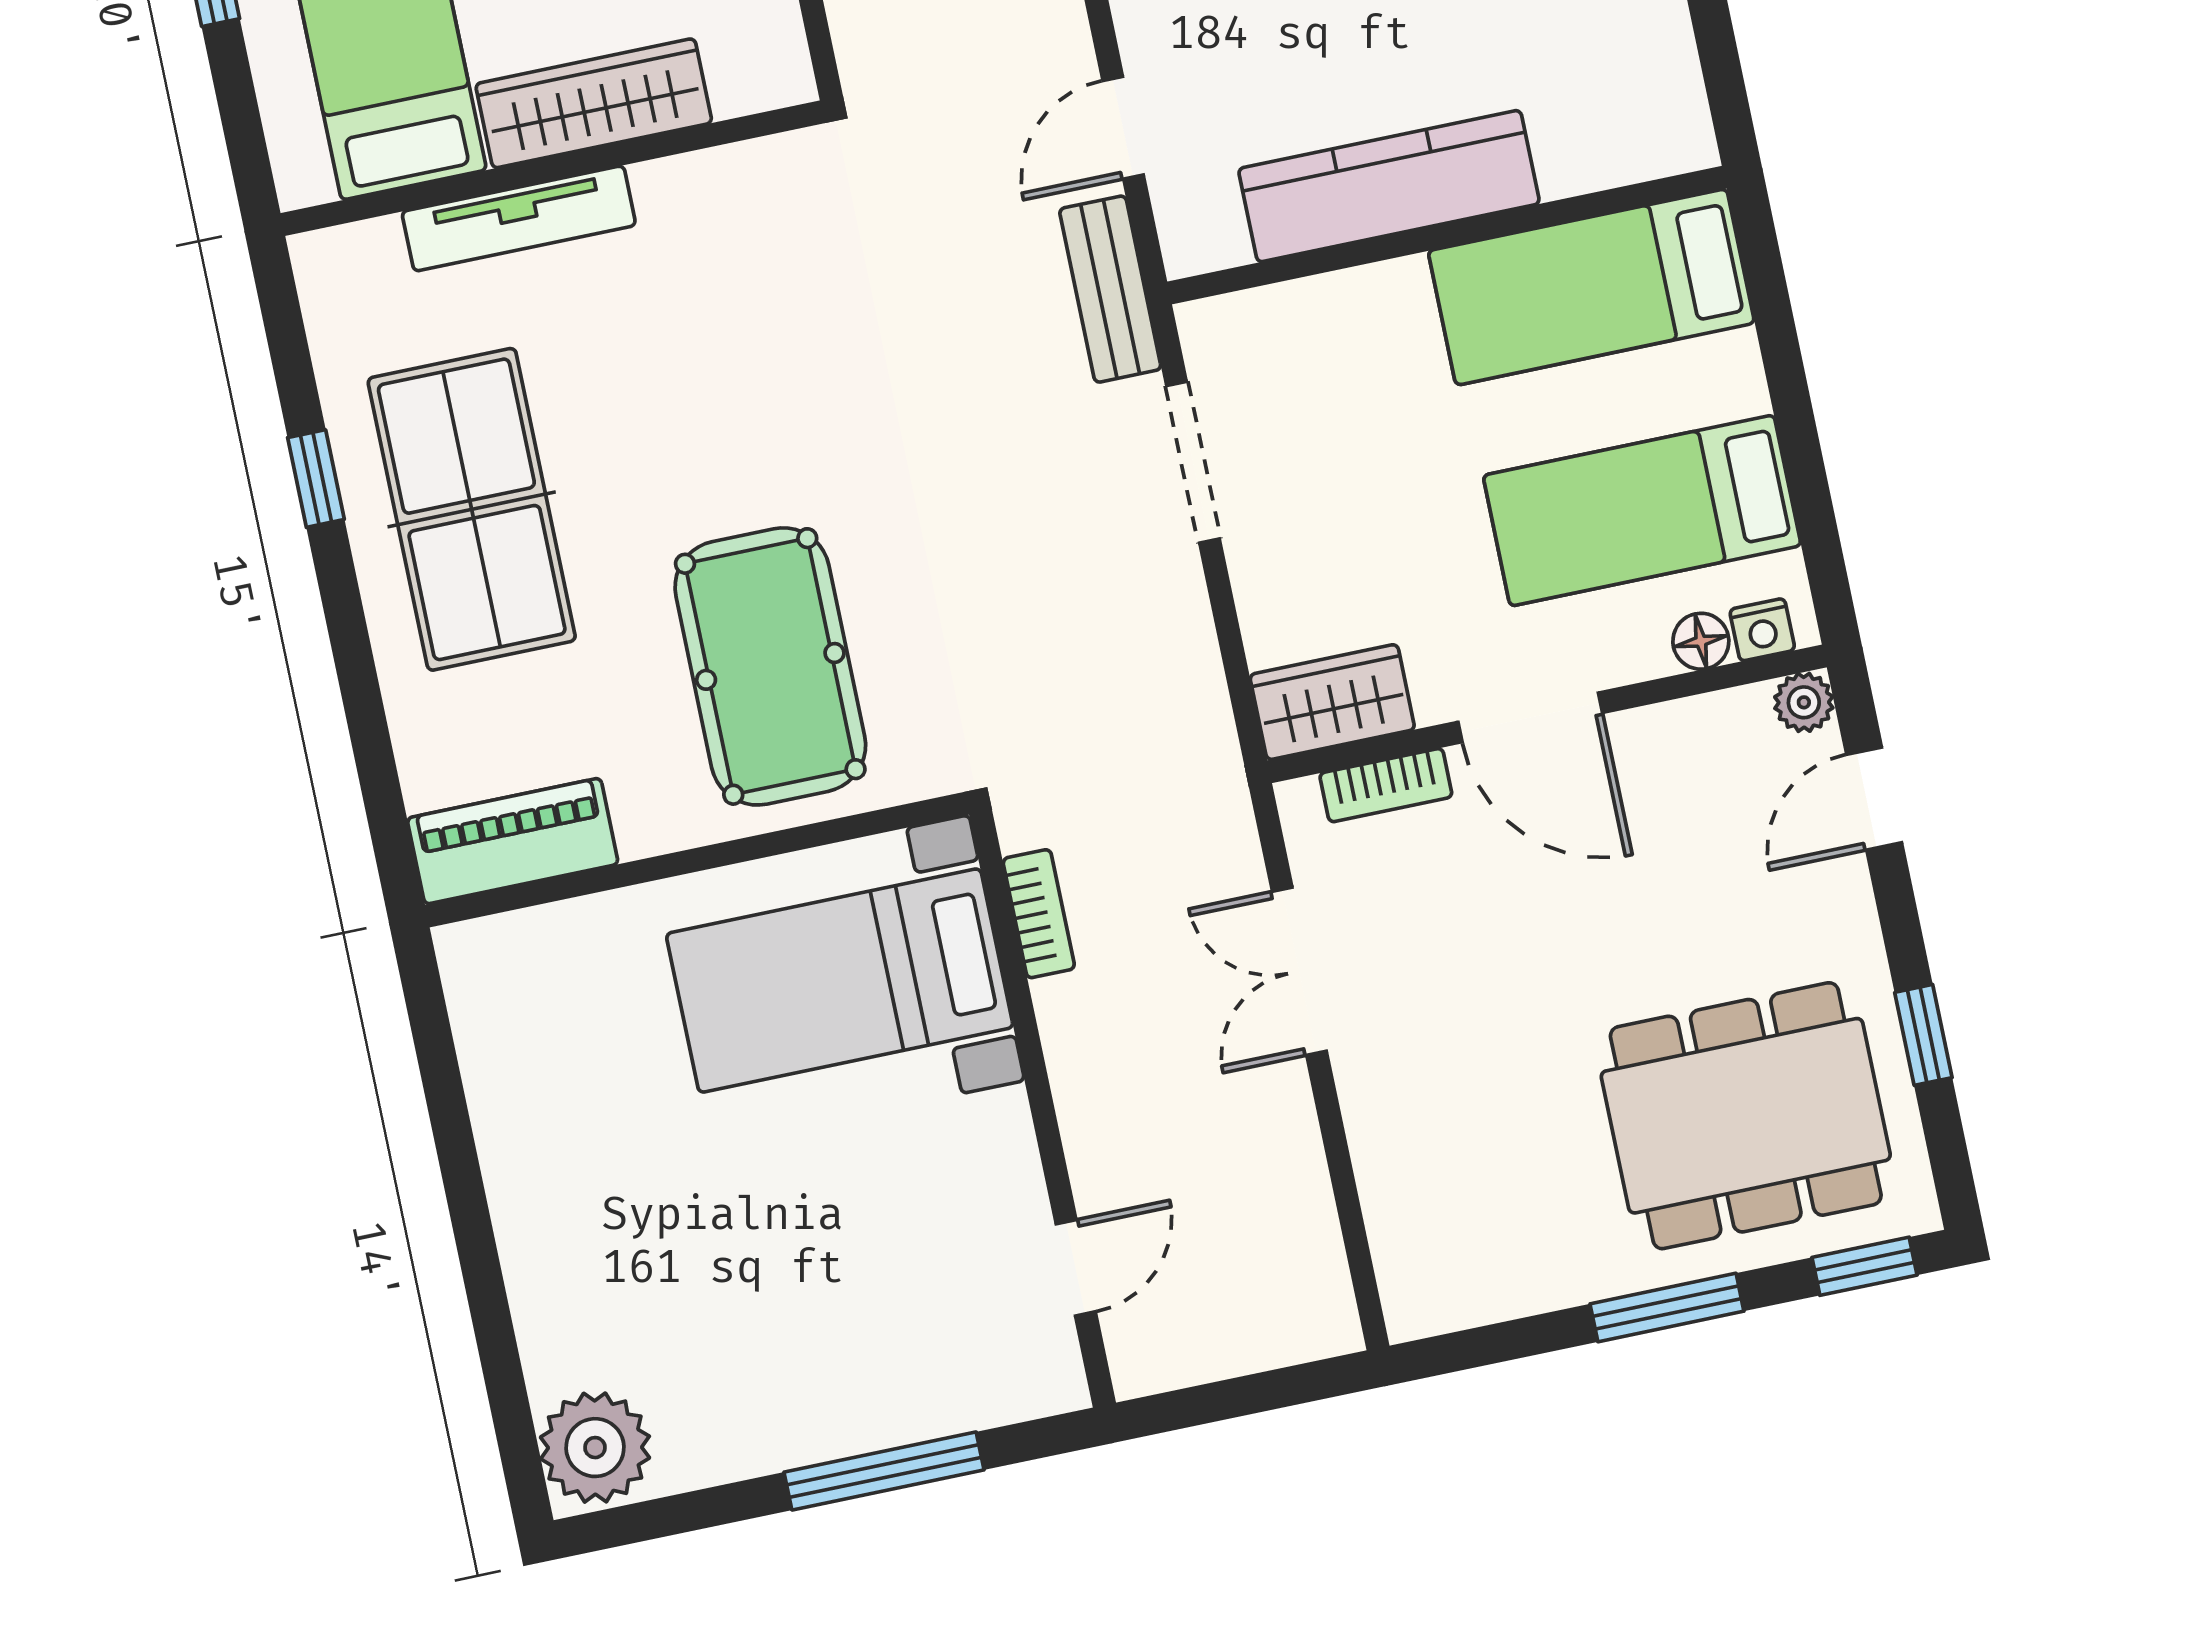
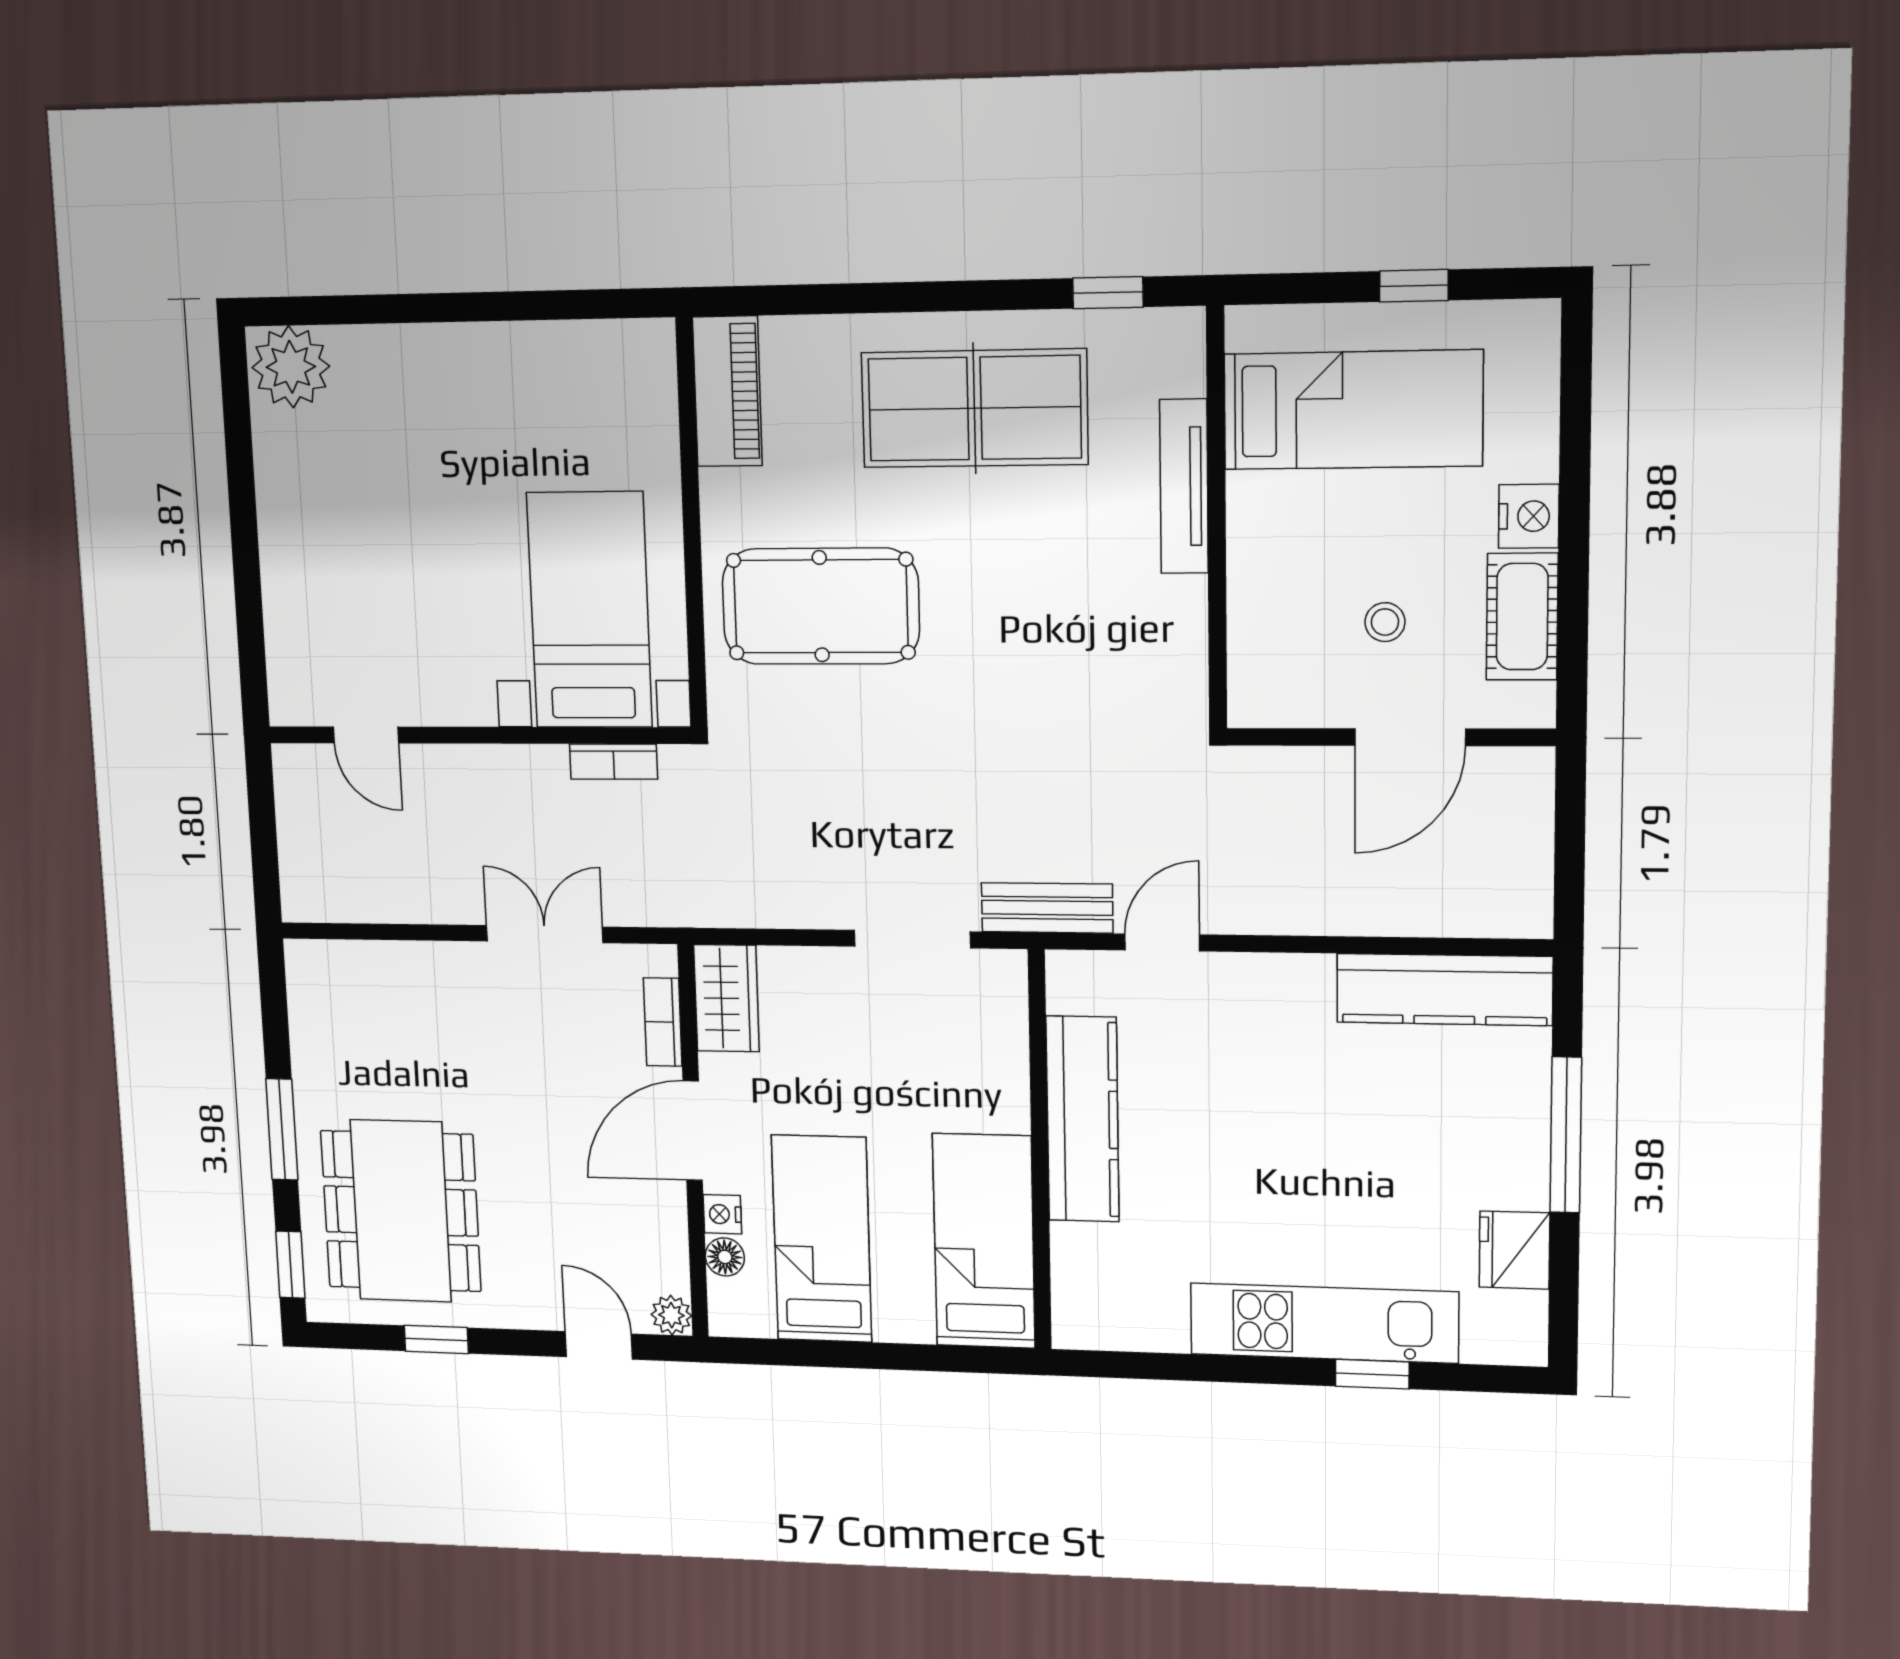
wardrobe: (594, 103) -> (1259, 560), removed
door: (1123, 128) -> (1162, 942), hinge flipped
window: (316, 479) -> (1108, 293), moved
nightstand: (1762, 630) -> (722, 1214), moved
window: (884, 1471) -> (247, 571), removed

